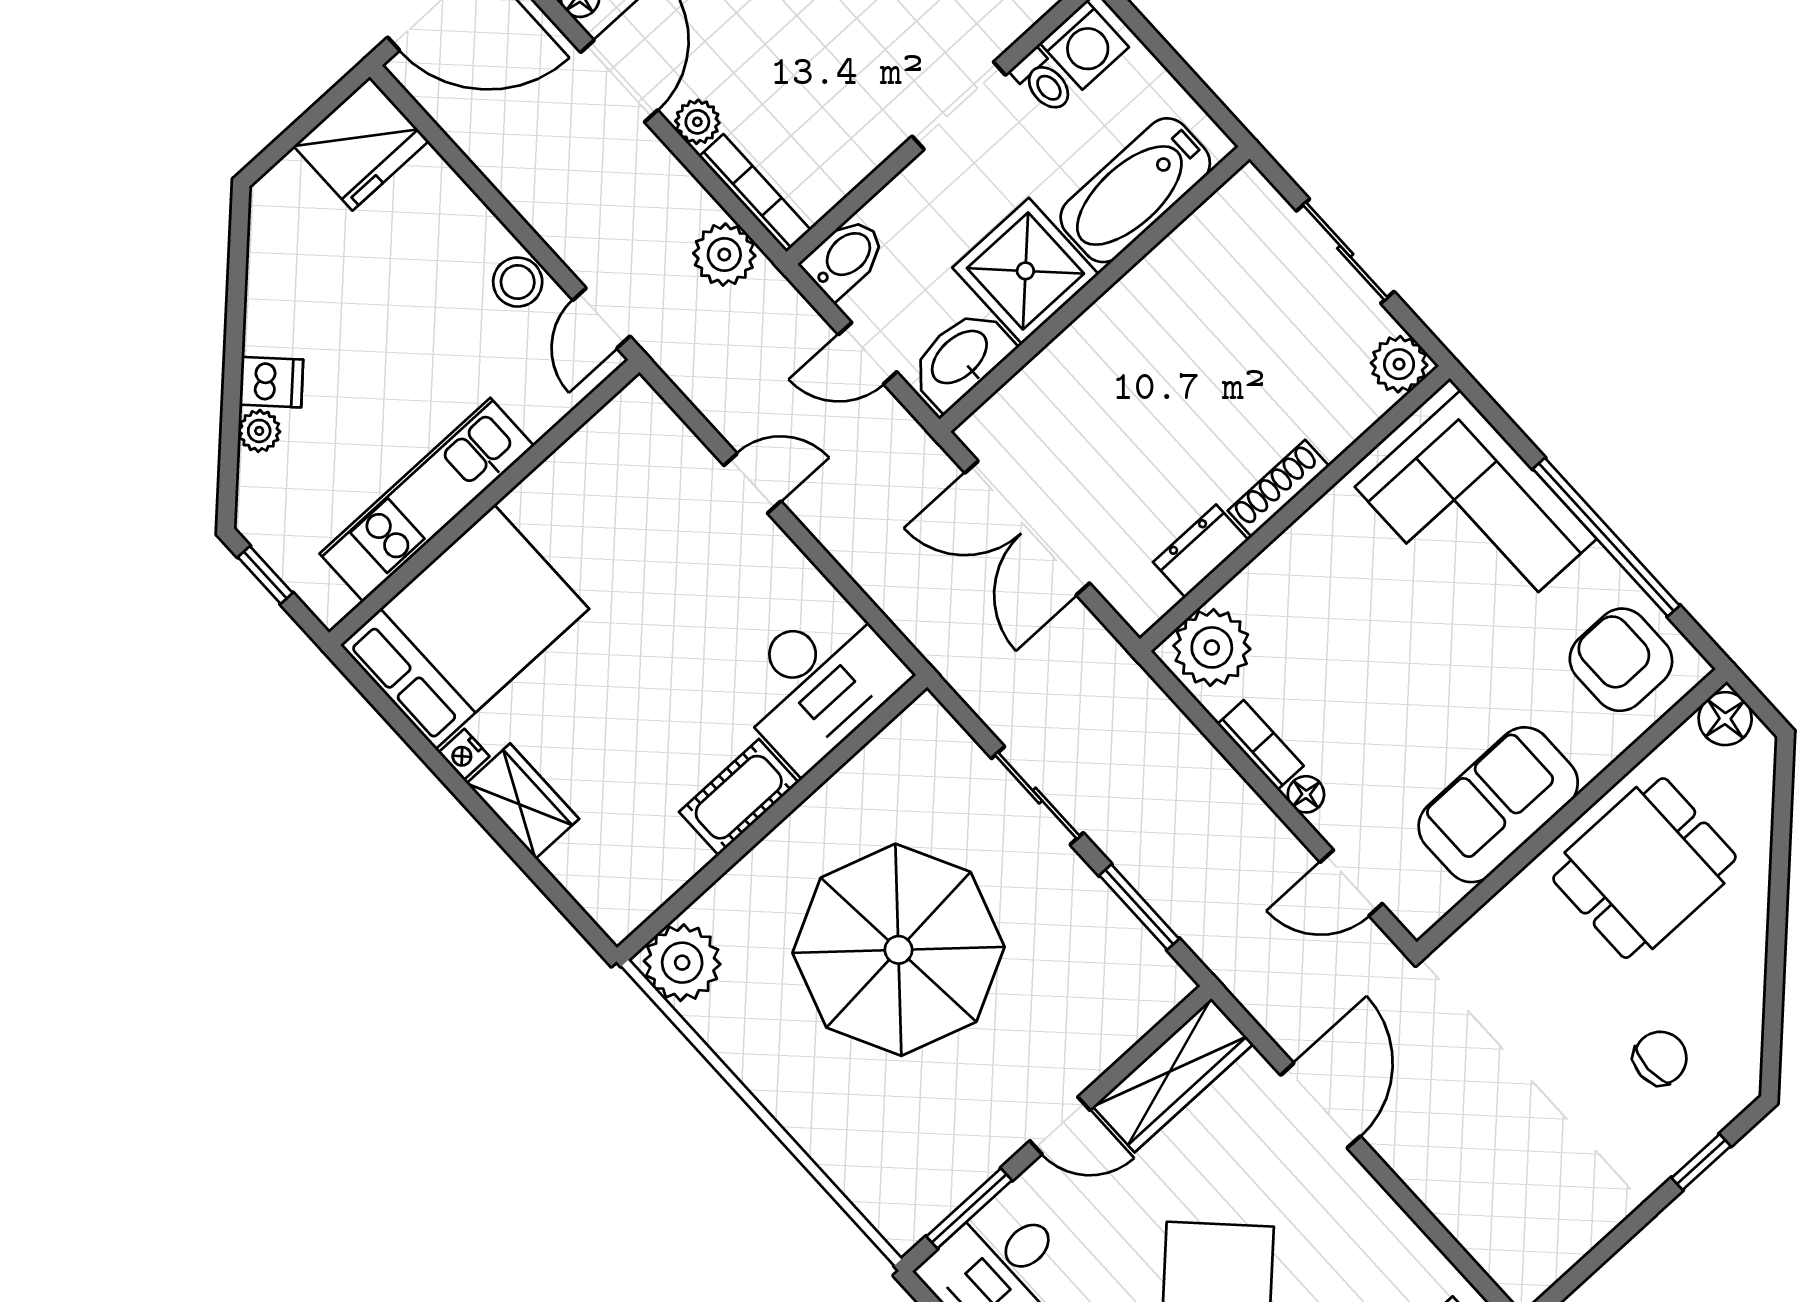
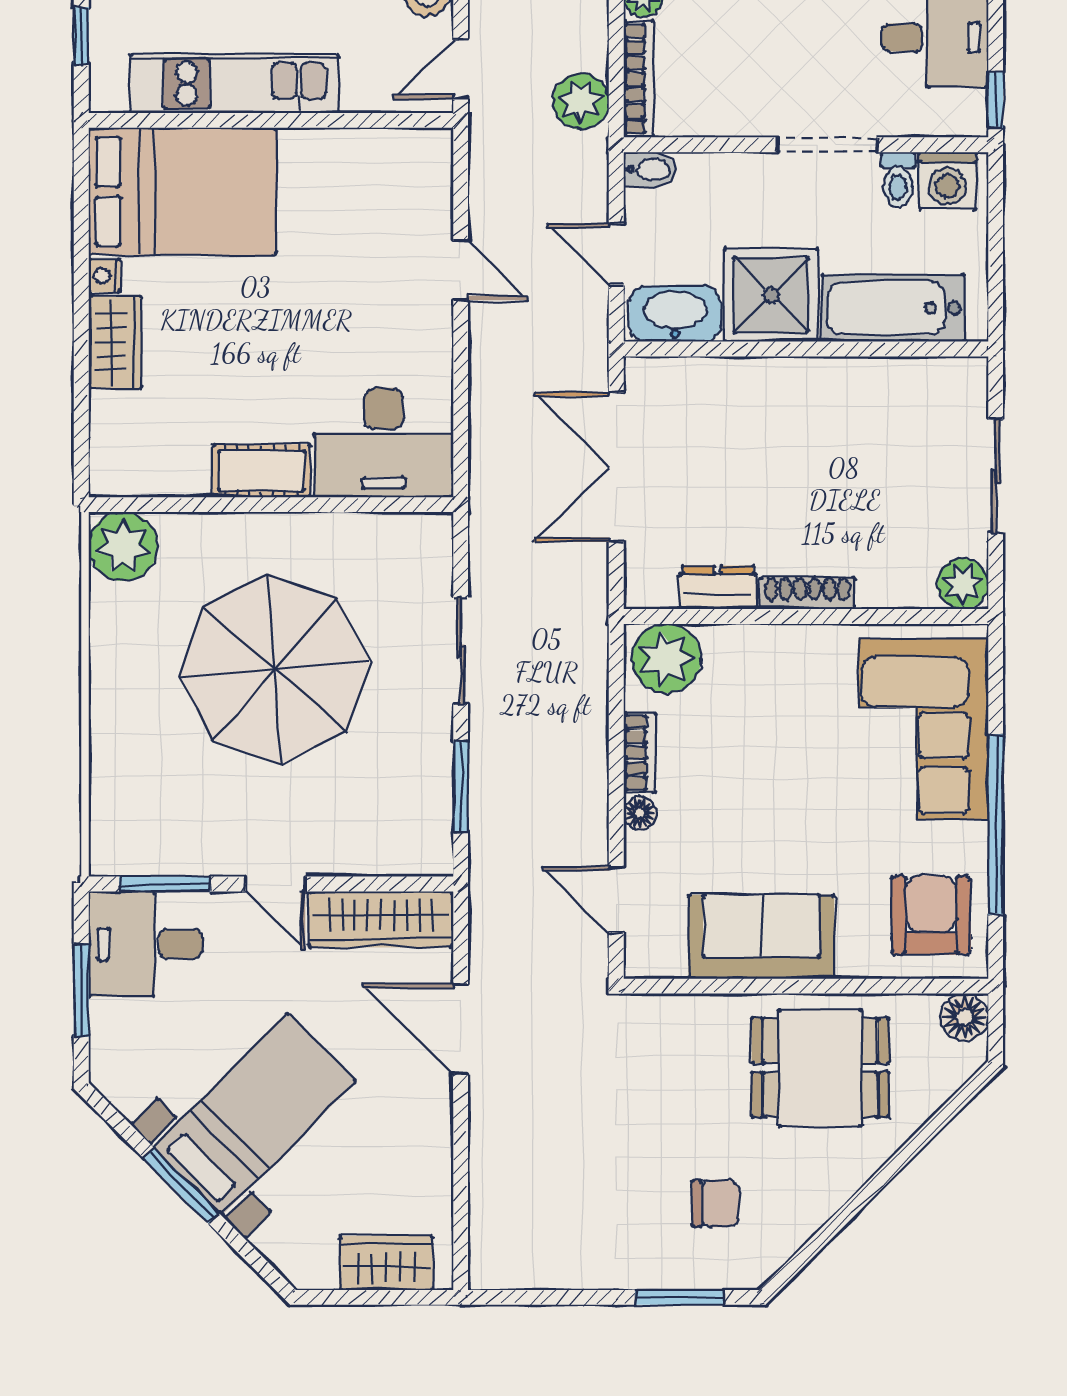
bidet: (844, 258) -> (649, 170), width x0.72, depth x0.74
door: (1320, 1106) -> (461, 1029), swing flipped
window: (1701, 1162) -> (679, 1297), width x1.50

